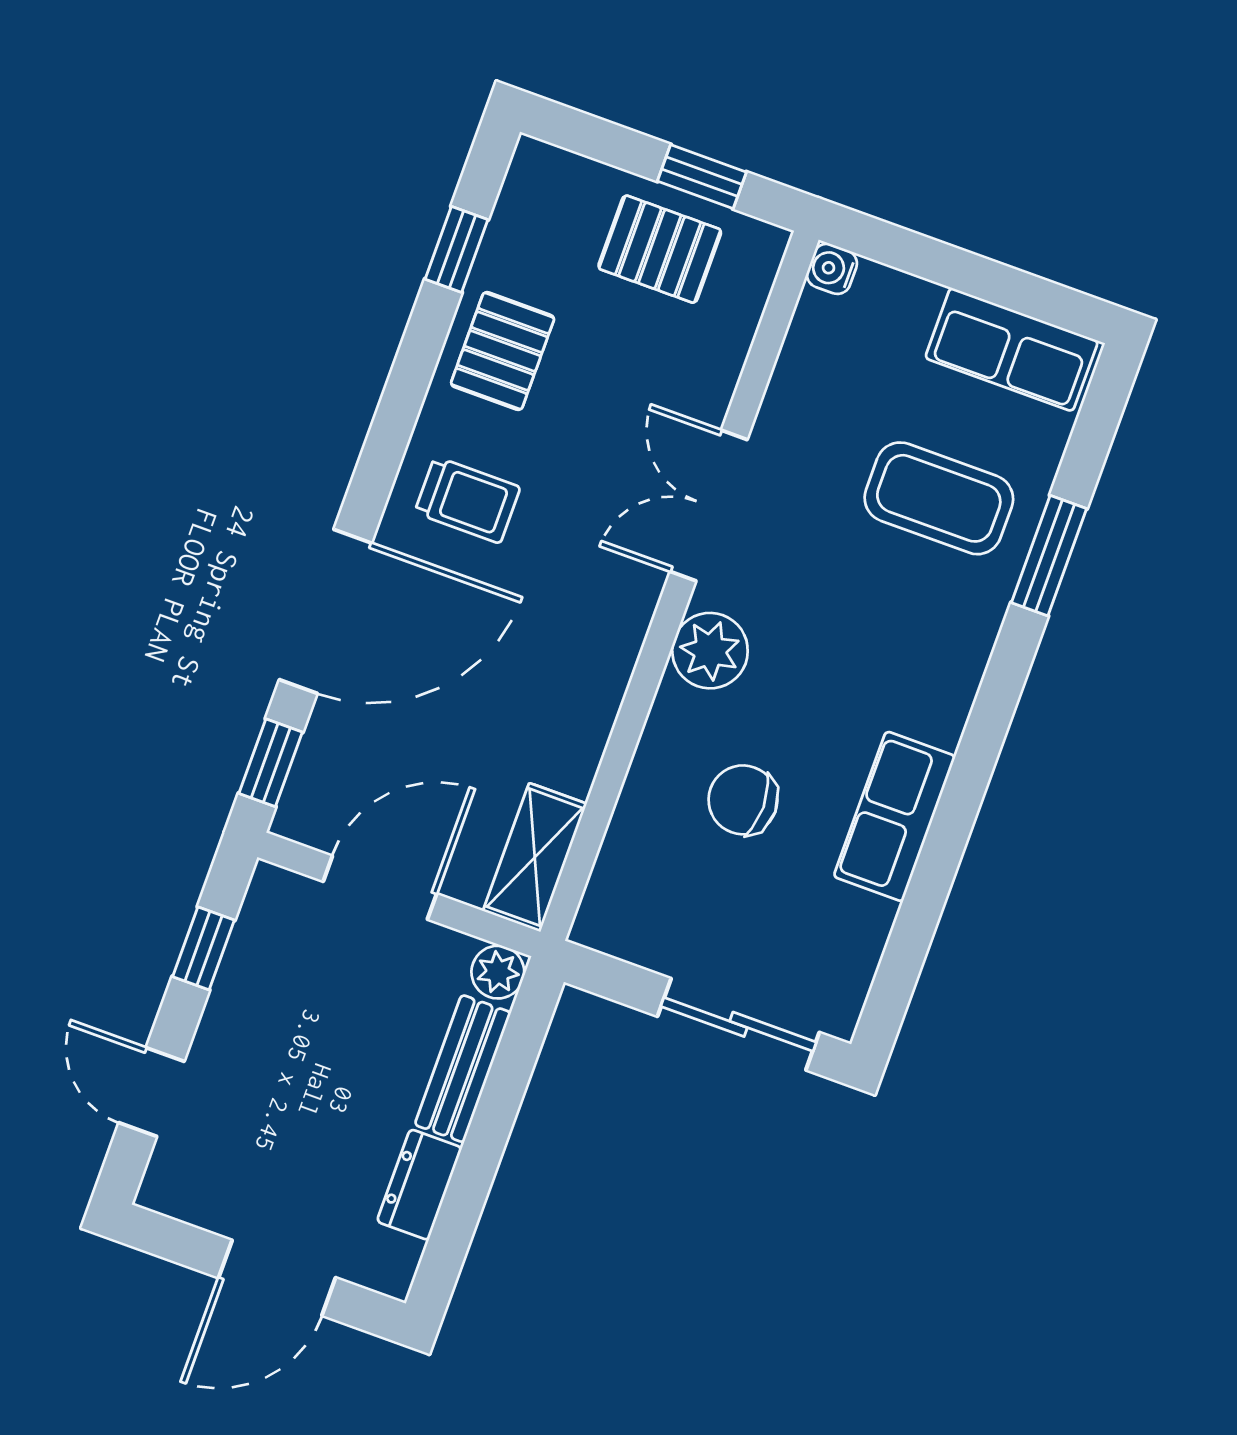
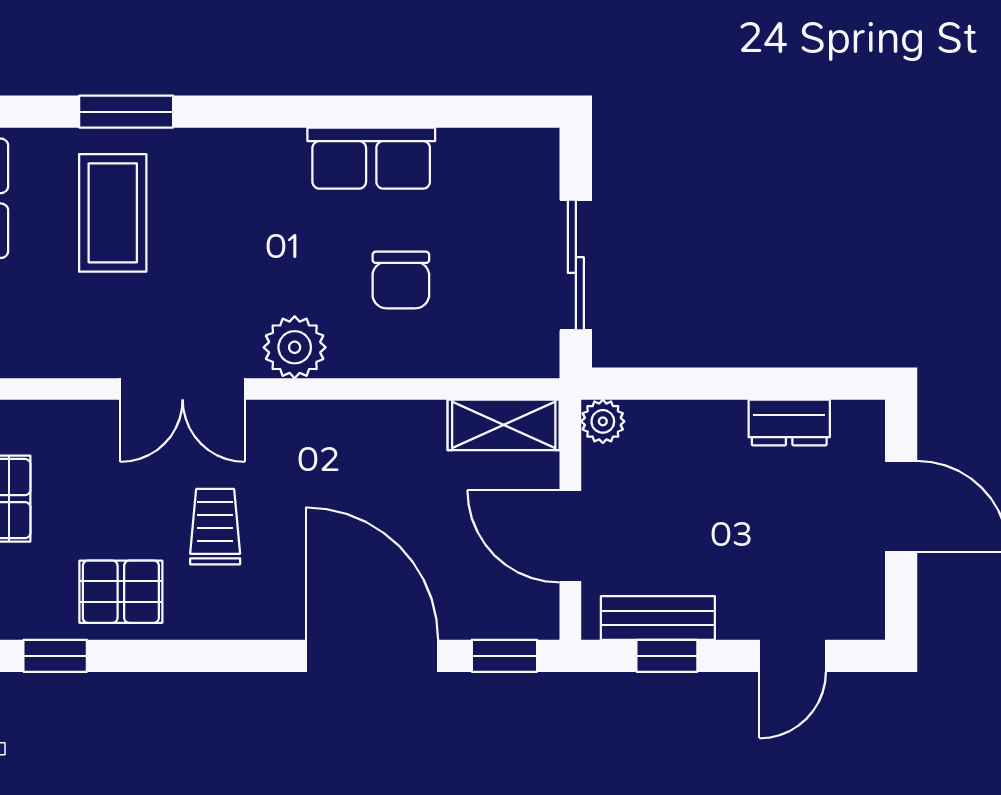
trolley: (467, 500) -> (215, 527), moved
sliding door: (738, 1024) -> (576, 265), moved
bench: (463, 1069) -> (658, 618), moved

